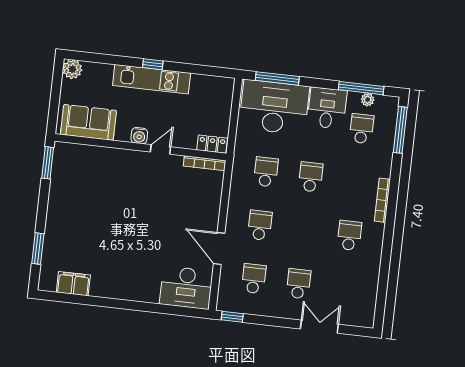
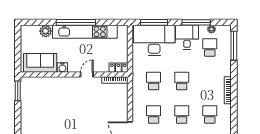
window: (153, 64) -> (76, 22), width x3.17
plant: (72, 69) -> (46, 31), moved
kitchen unit: (152, 79) -> (85, 32), width x1.36
window: (361, 88) -> (196, 22), moved
water cooler: (139, 136) -> (62, 68), moved
school desk: (305, 230) -> (182, 115), added

